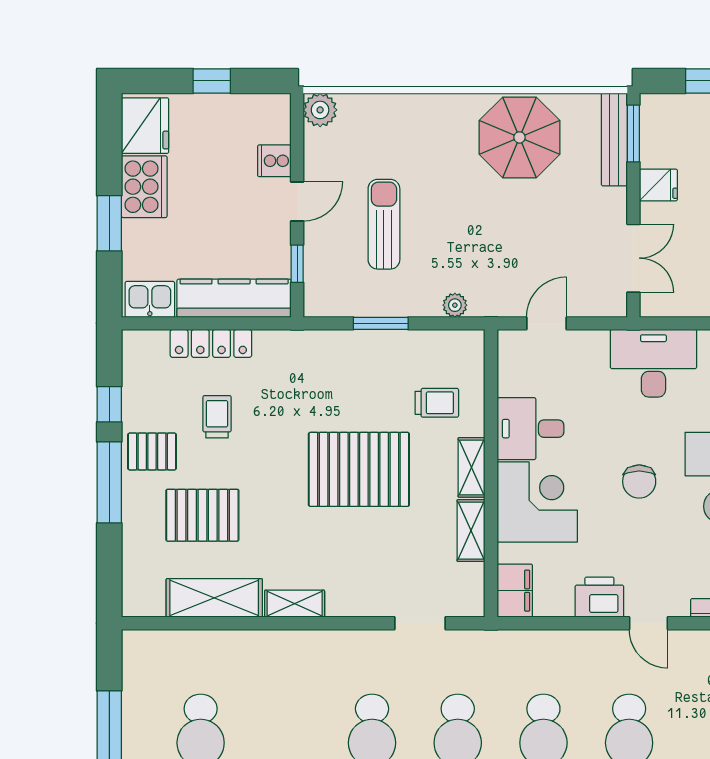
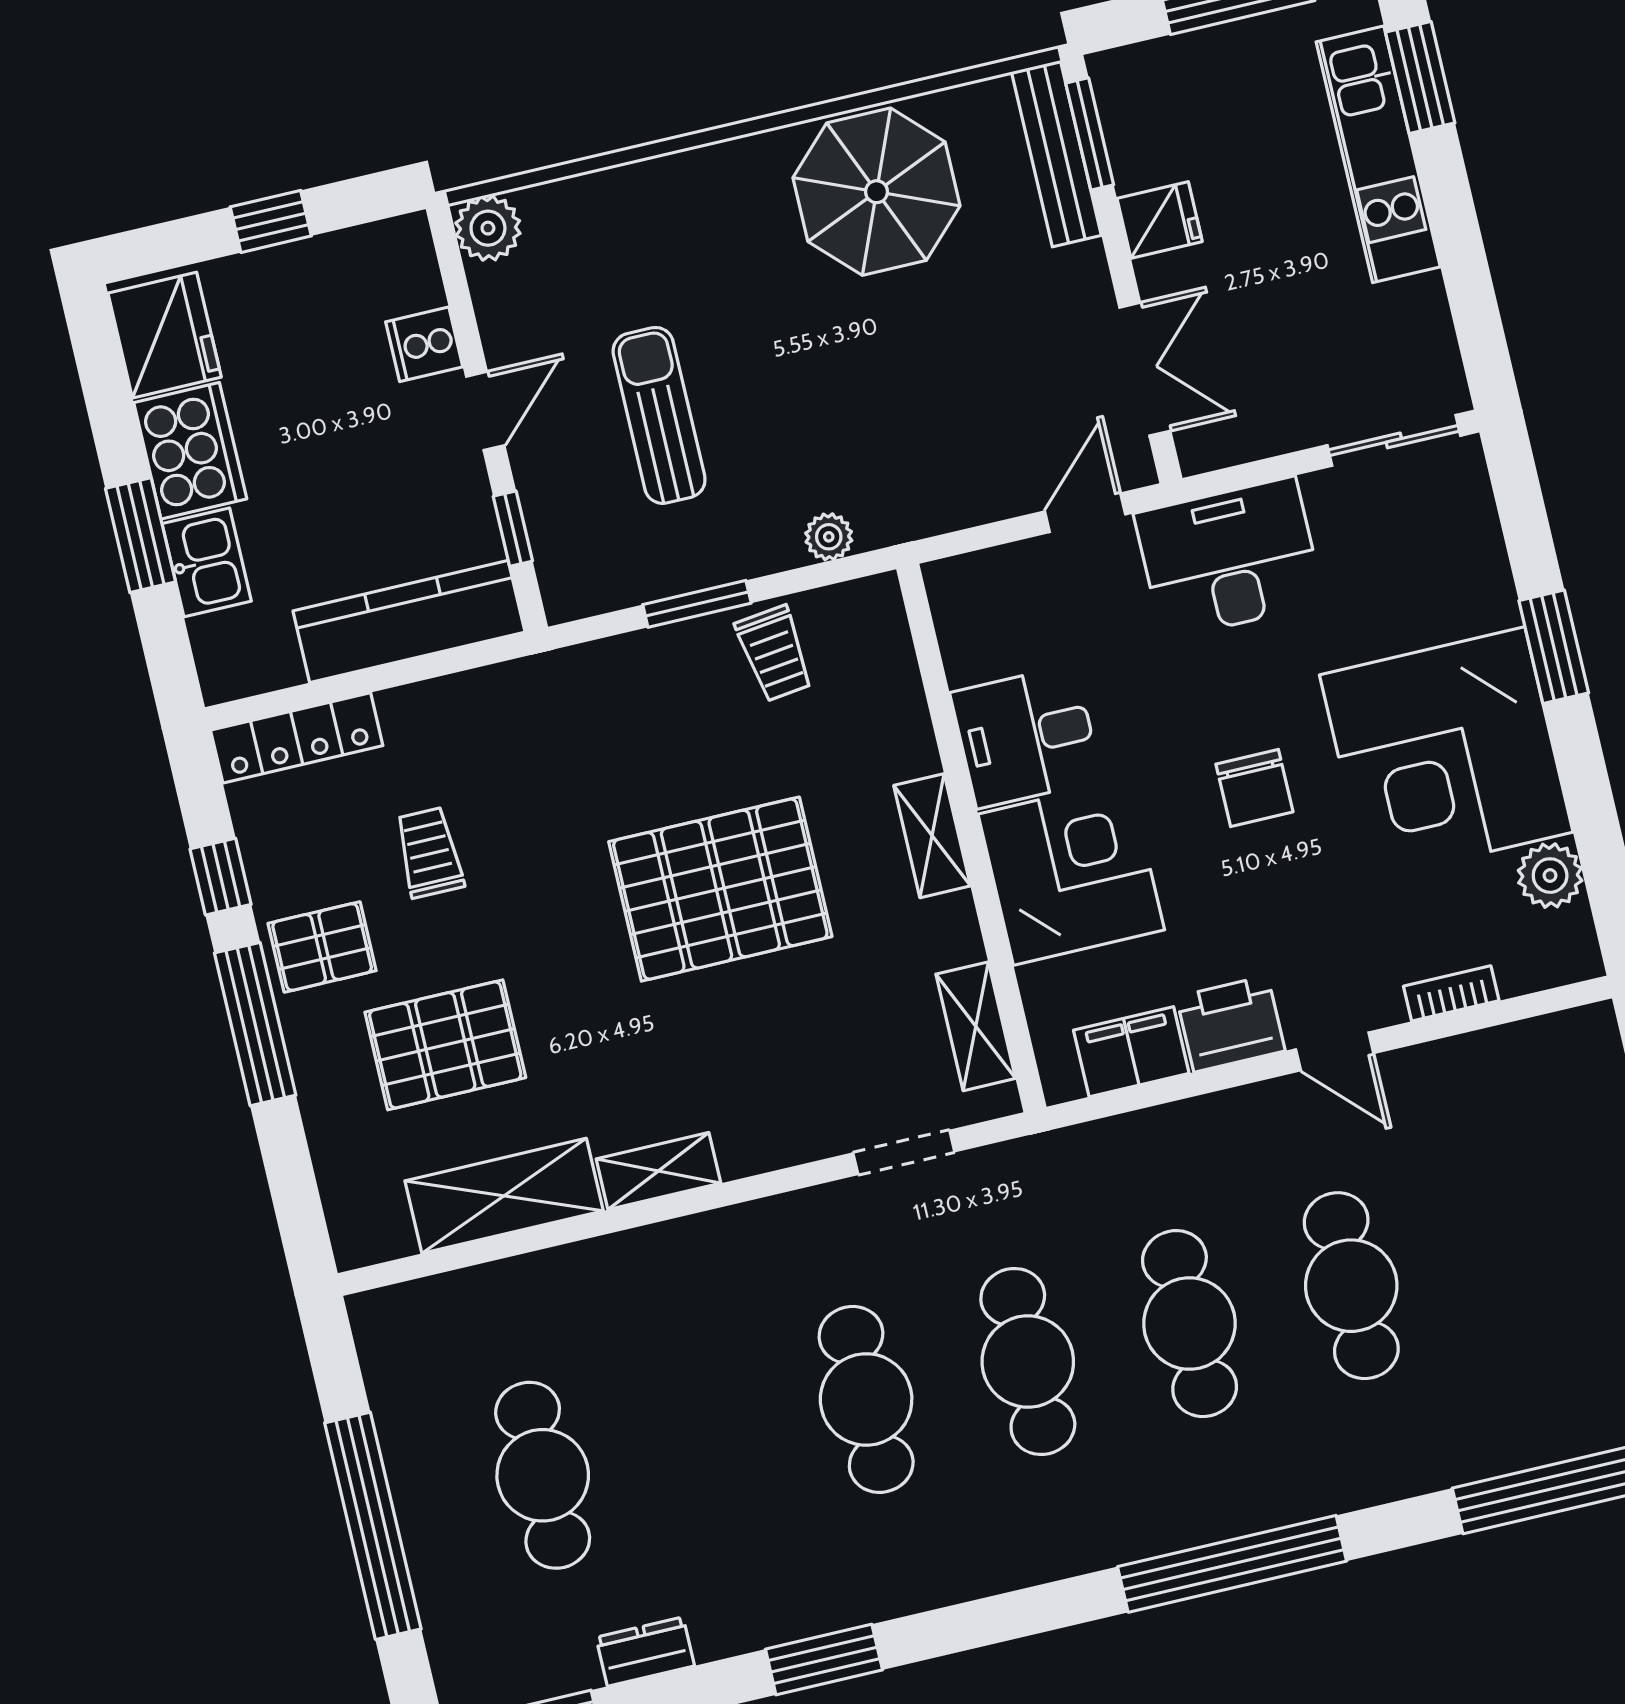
kitchen sink: (150, 299) -> (207, 562), moved, turned 90
door: (547, 323) -> (1085, 513), moved
locker: (211, 343) -> (297, 738), moved
trolley: (437, 403) -> (775, 653), moved, turned 83
shelving: (471, 531) -> (976, 1026), moved
filing cabinet: (515, 591) -> (1131, 1052), moved, turned -90

